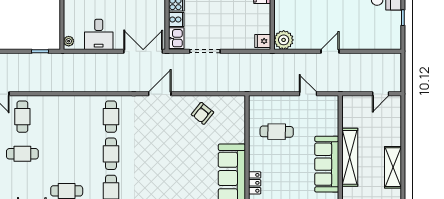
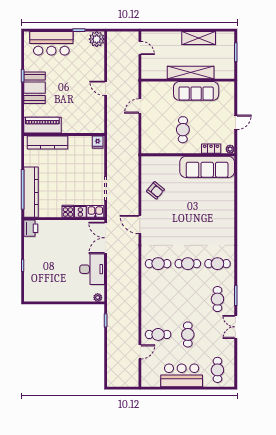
desk: (99, 34) -> (92, 269), width x1.37
plant: (284, 40) -> (97, 39), moved
cafe table: (277, 132) -> (183, 130), moved

